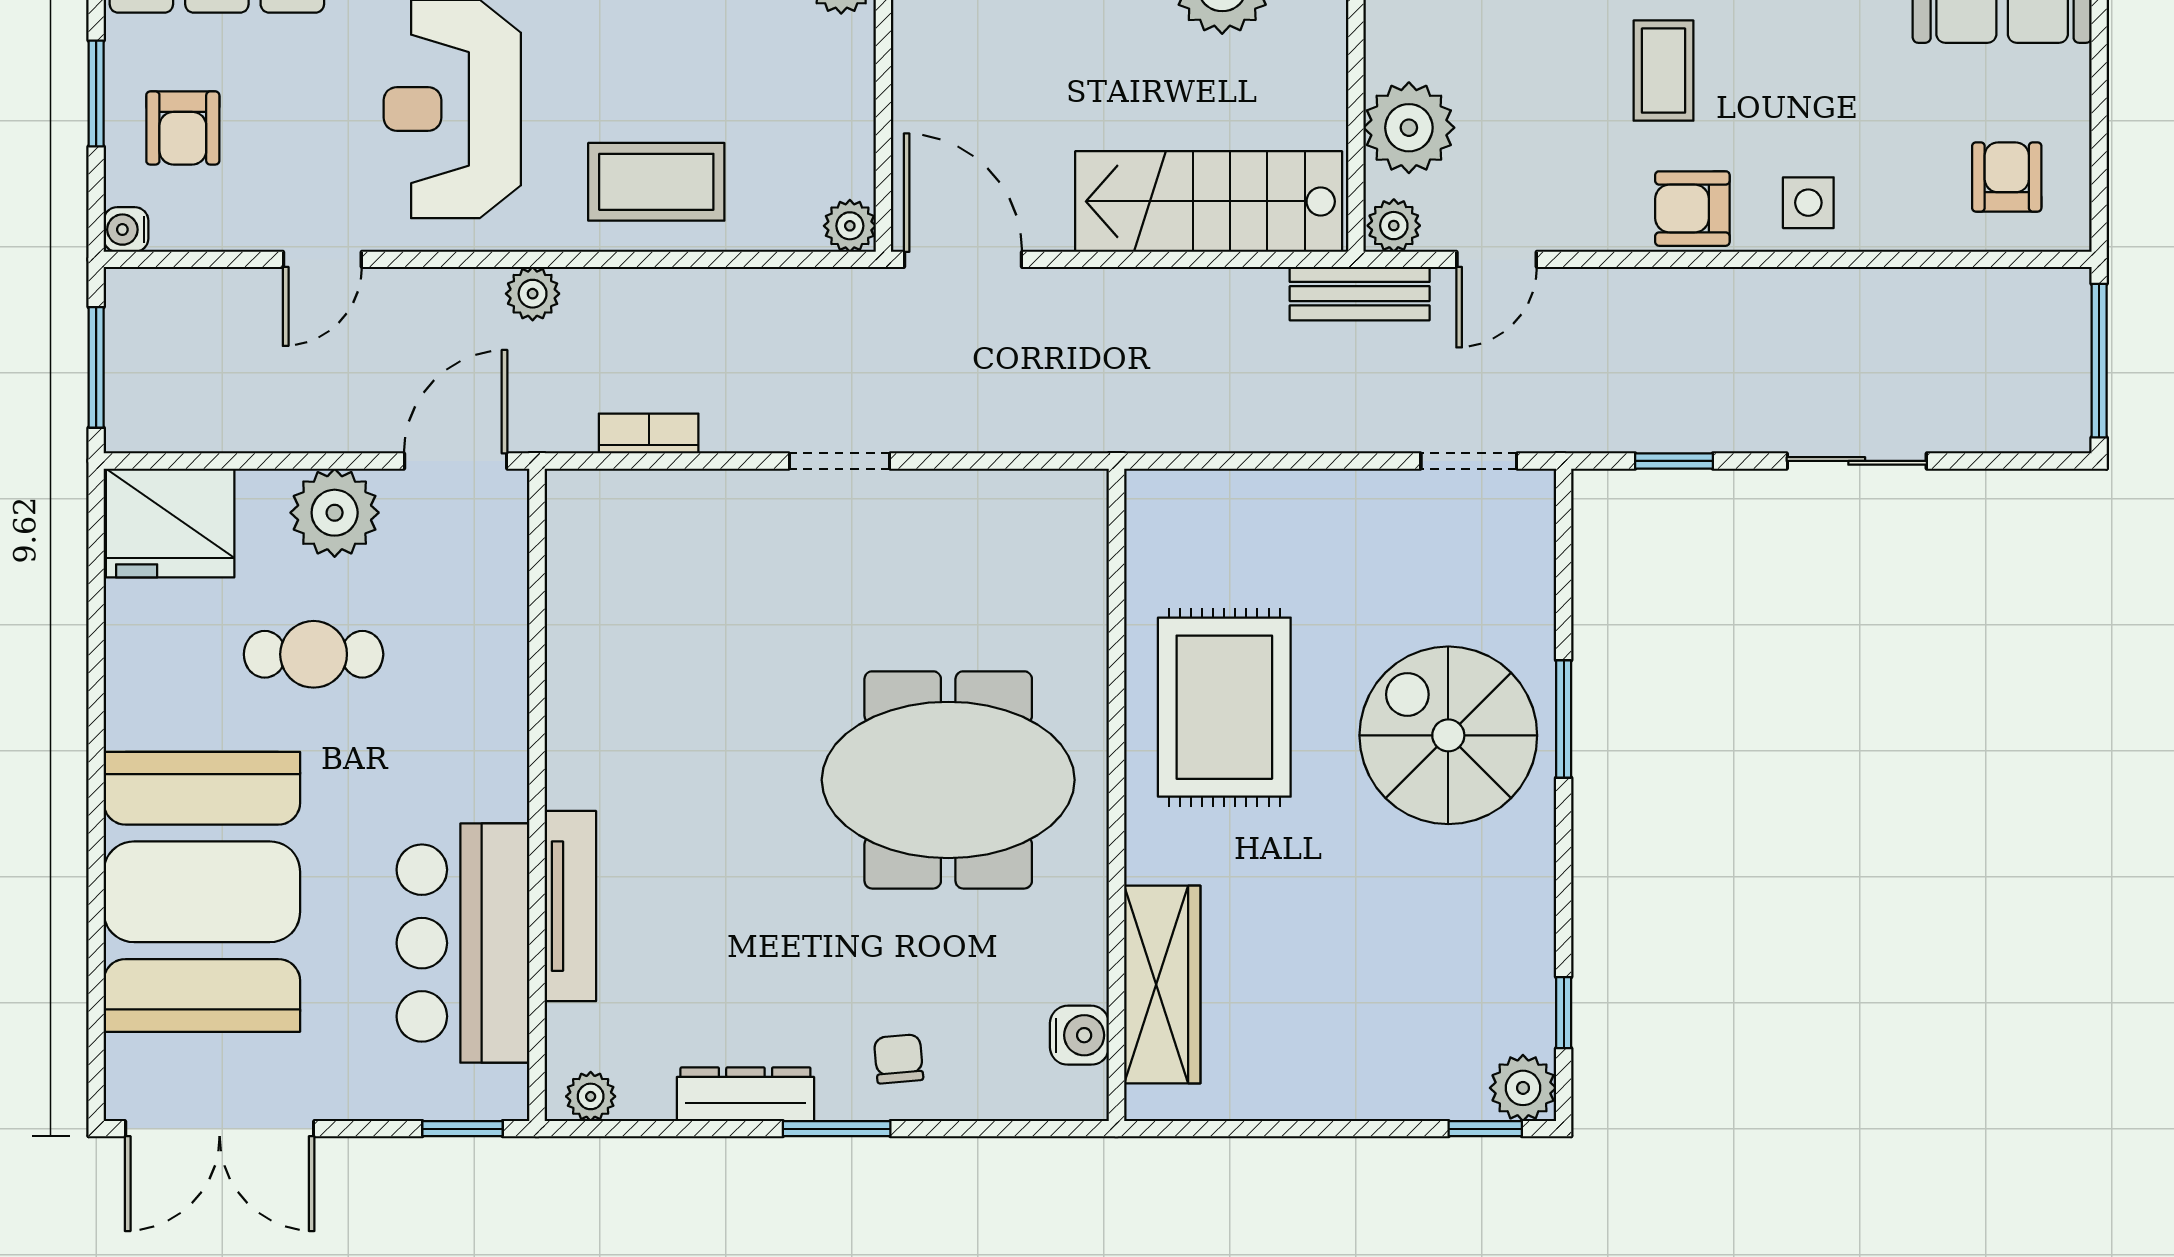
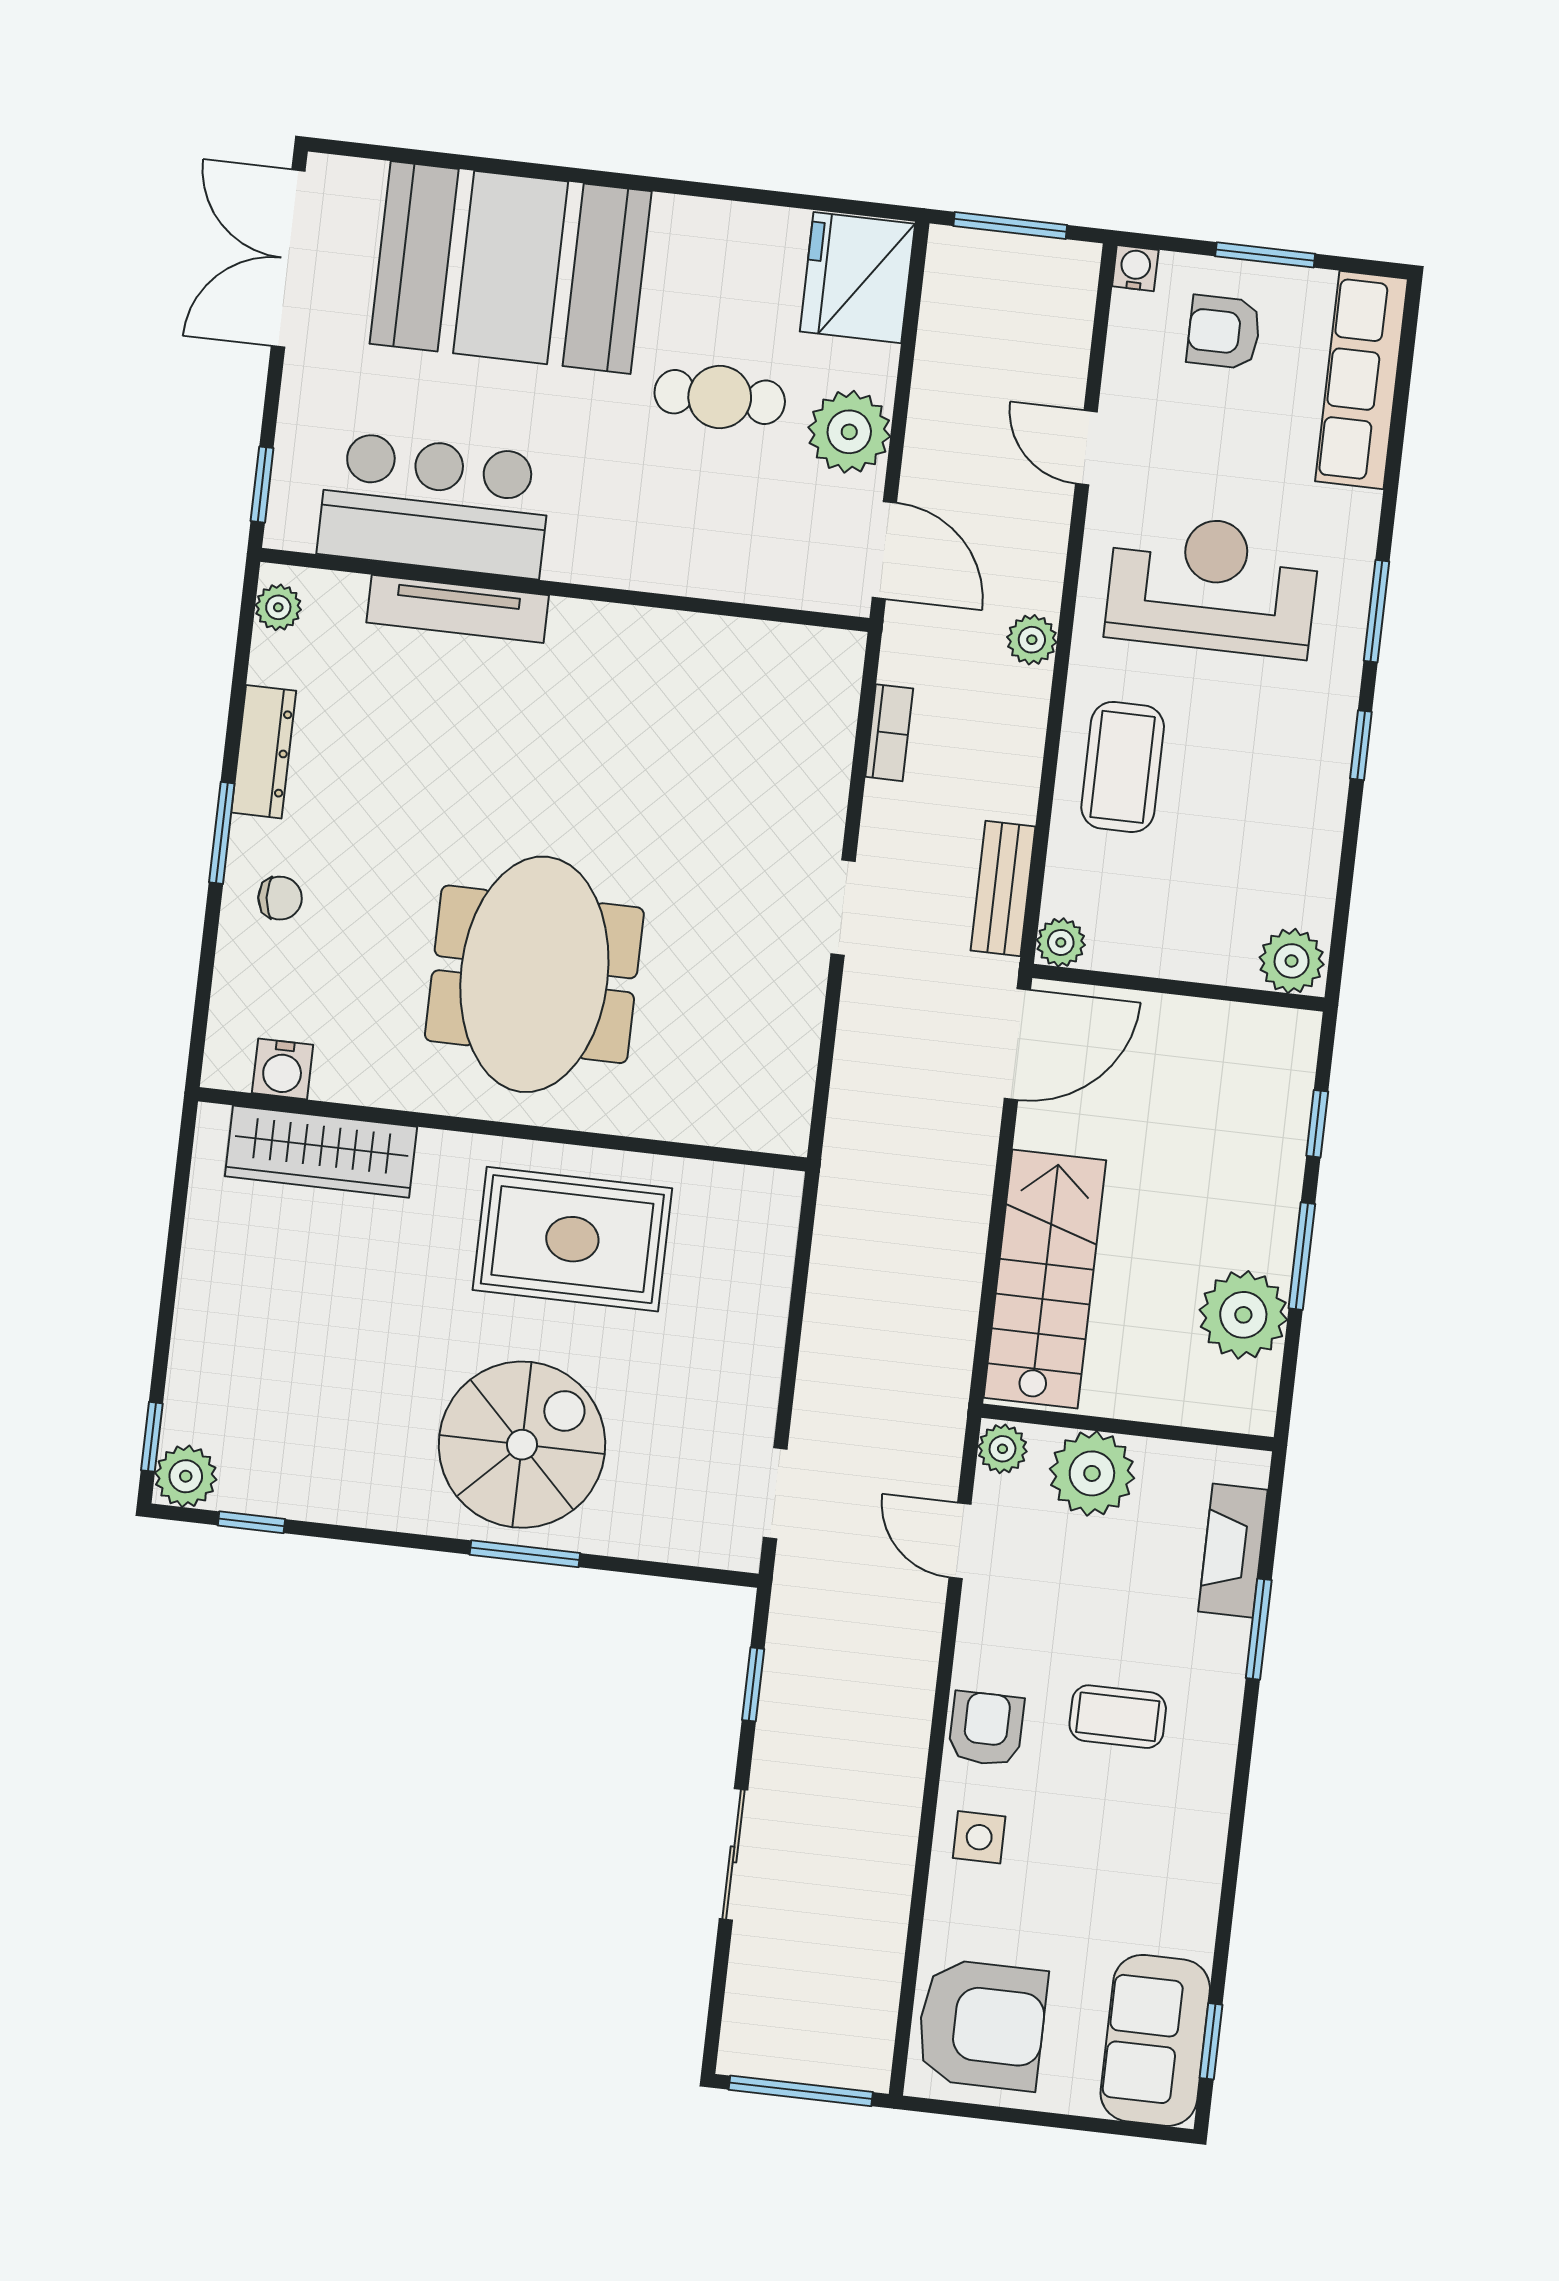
armchair: (2007, 177) -> (982, 2025), width x1.88, depth x1.88
bench: (1360, 294) -> (1003, 889), moved
cafe table: (314, 654) -> (720, 397), turned 90

